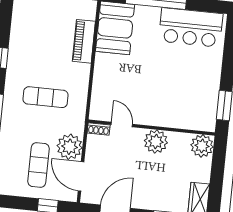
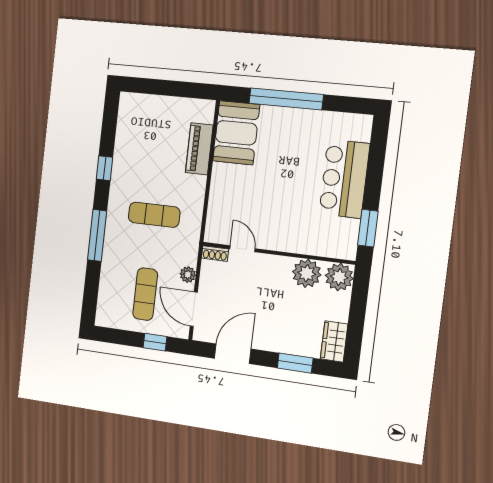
bar counter: (191, 27) -> (344, 179), moved, turned 90
plant: (156, 142) -> (307, 273), moved
plant: (70, 147) -> (188, 275), width x0.53, depth x0.53

